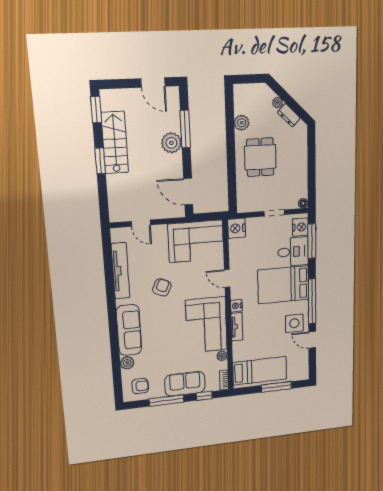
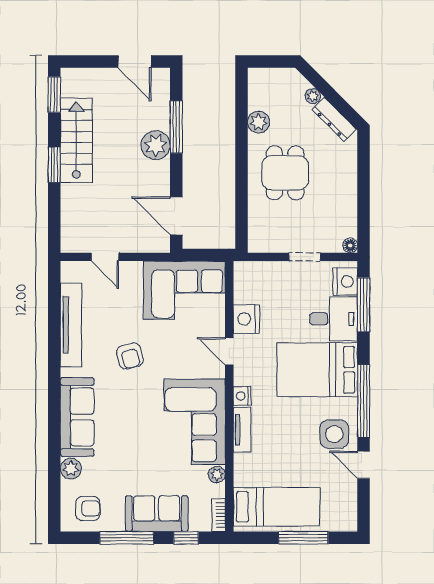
dresser: (289, 115) -> (334, 119), width x1.44
nightstand: (237, 228) -> (246, 319), moved
armchair: (162, 287) -> (130, 356), turned 141

